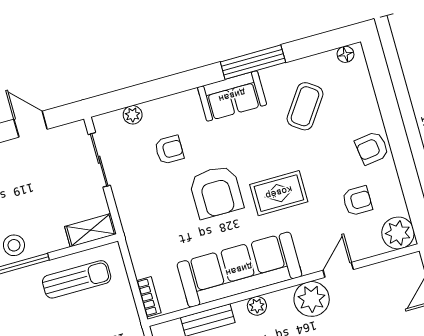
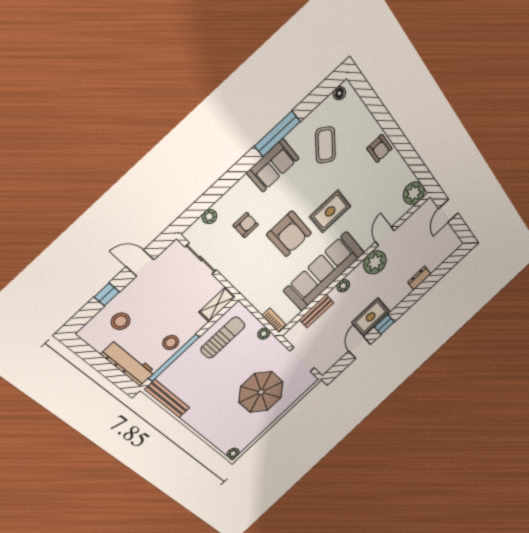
armchair: (372, 148) -> (379, 149), turned -82
armchair: (357, 201) -> (382, 188), removed
plant: (128, 308) -> (264, 334), added

